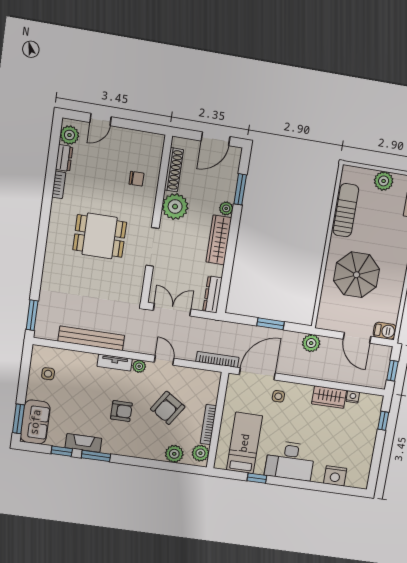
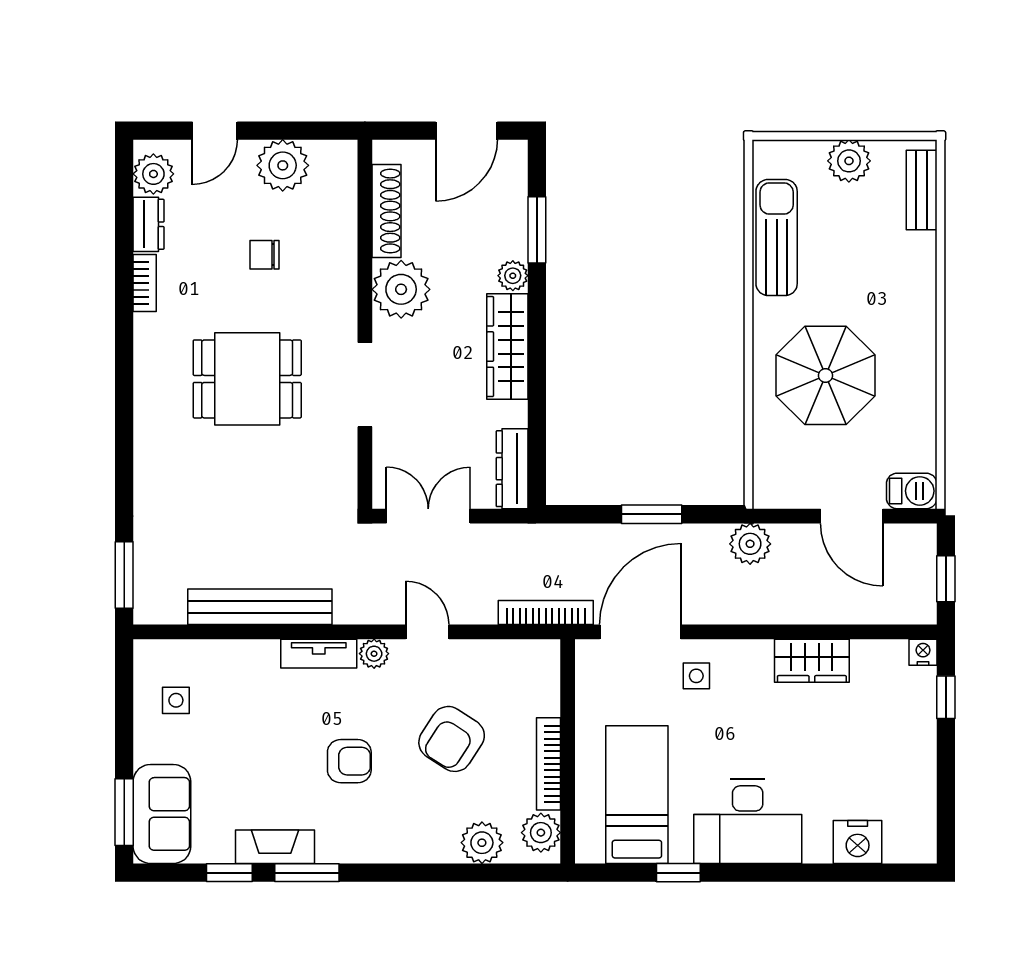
plant: (130, 141) -> (283, 165), added
chair: (136, 179) -> (264, 255), moved, turned 180
nightstand: (353, 397) -> (923, 652), moved

